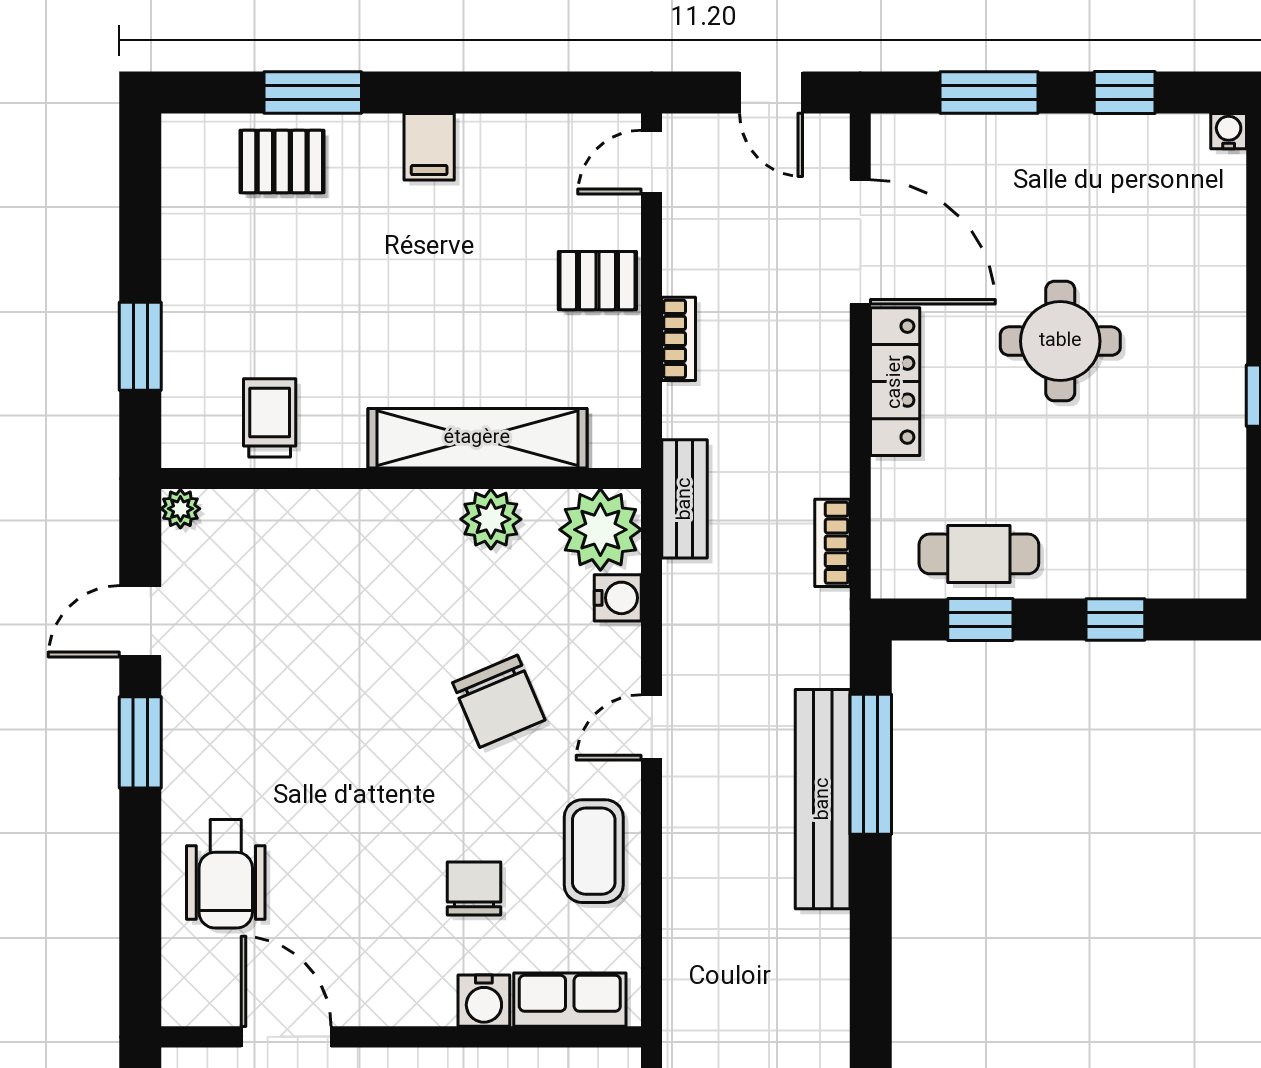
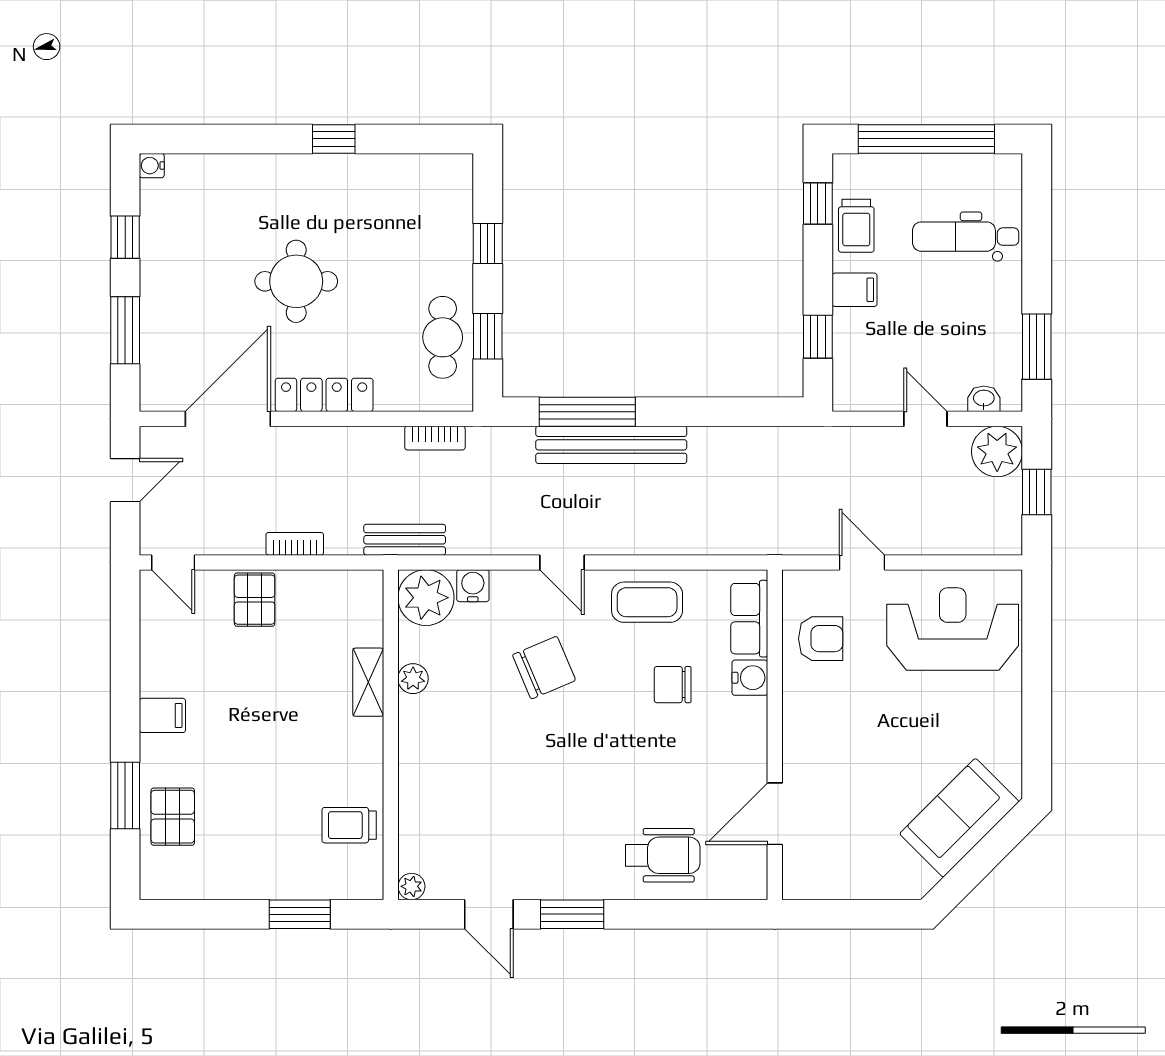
shelving: (477, 438) -> (368, 682), width x0.45, depth x0.75
plant: (491, 519) -> (413, 679), width x0.73, depth x0.73

